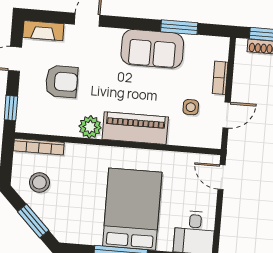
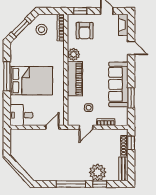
sofa: (152, 49) -> (118, 84), width x1.36
armchair: (62, 81) -> (85, 31), moved
door: (227, 115) -> (86, 127), hinge flipped

